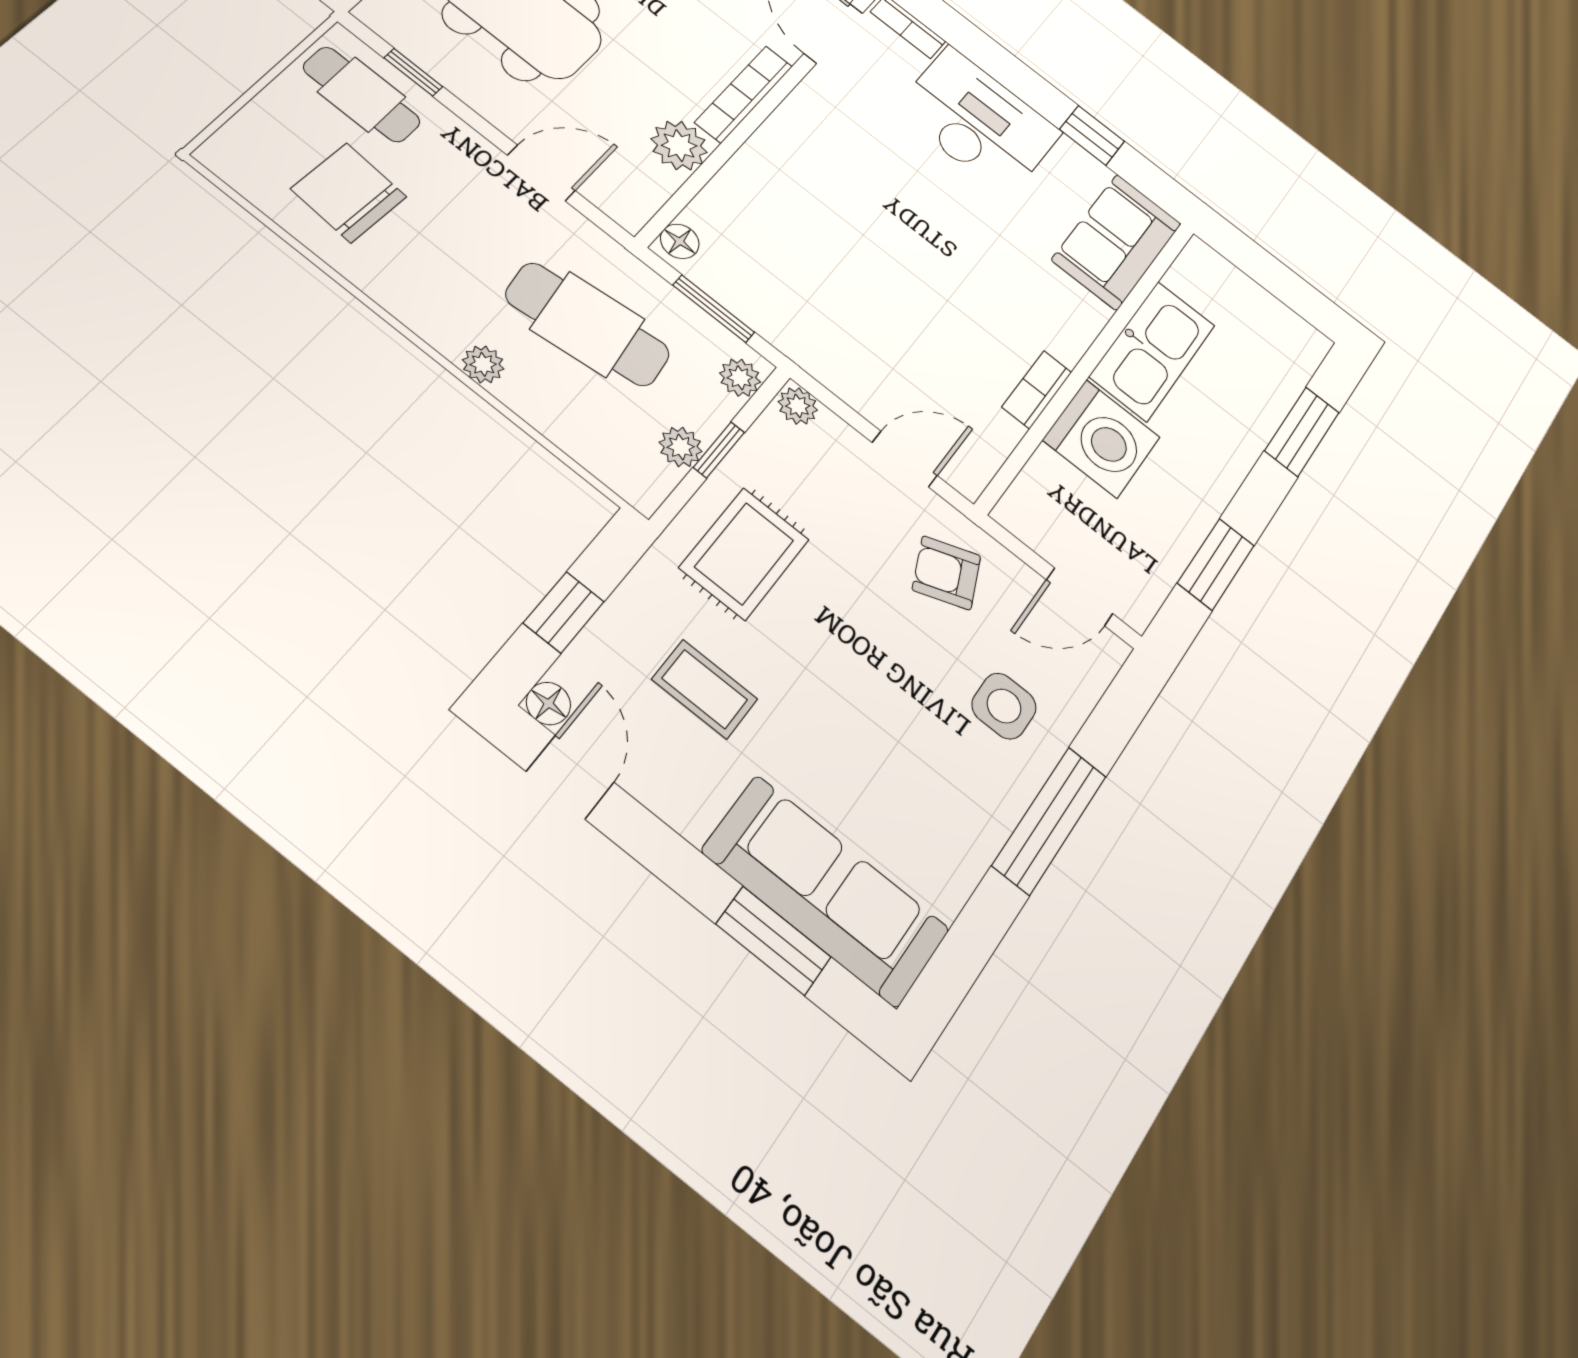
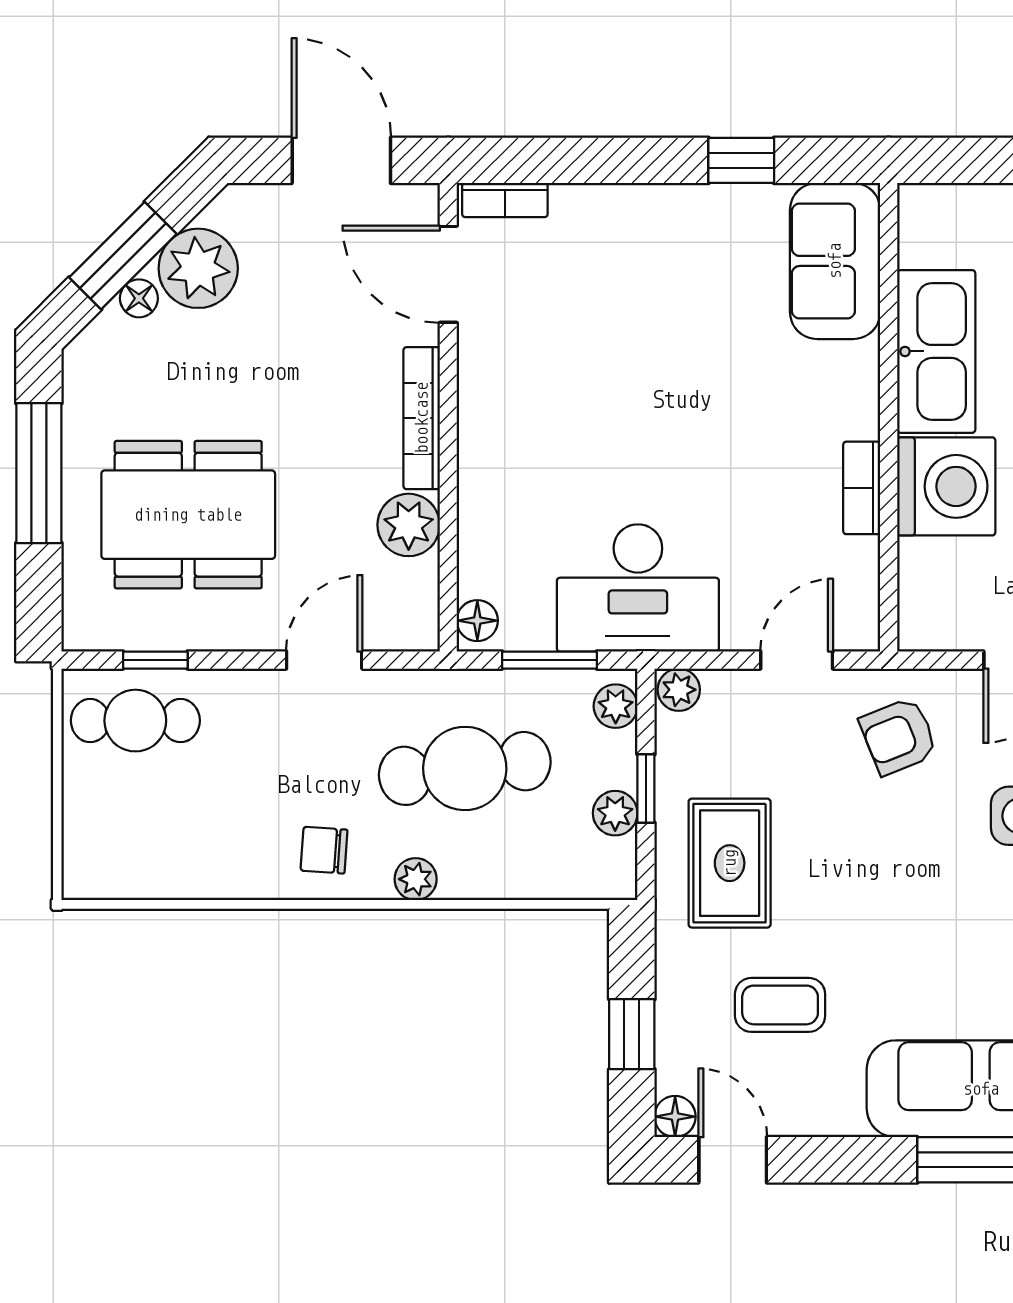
desk: (978, 121) -> (638, 588), moved, turned 180
chair: (349, 193) -> (324, 850), moved, width x0.54, depth x0.54

